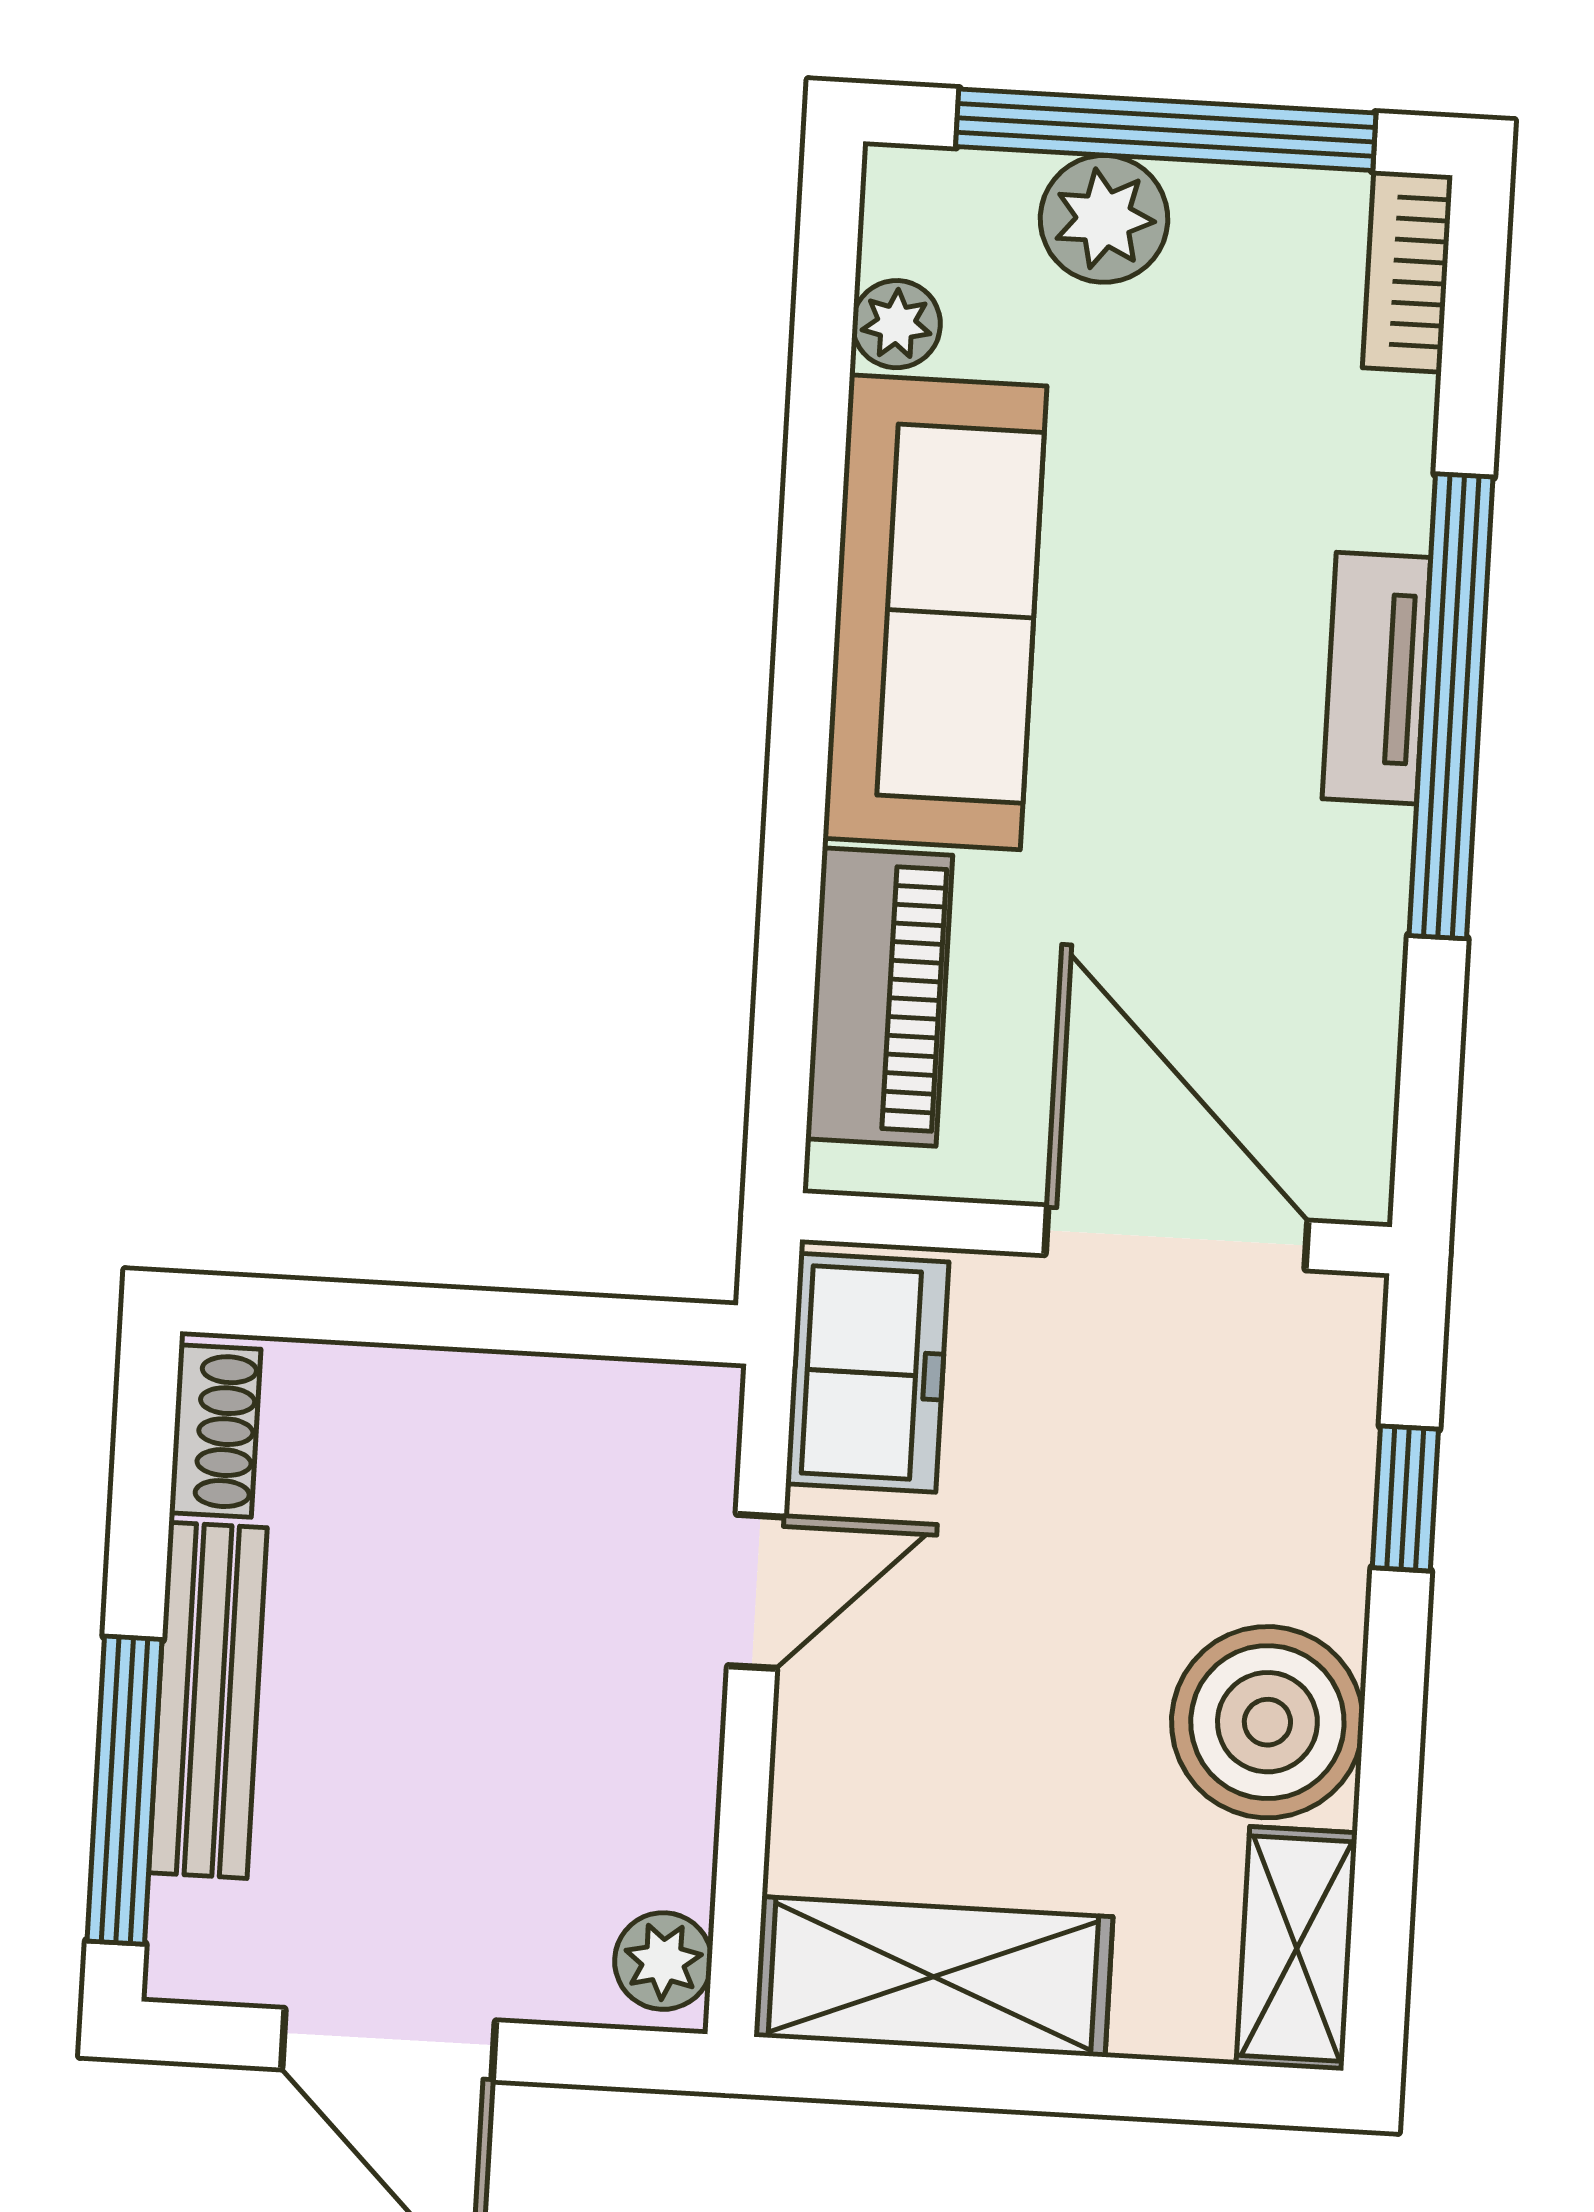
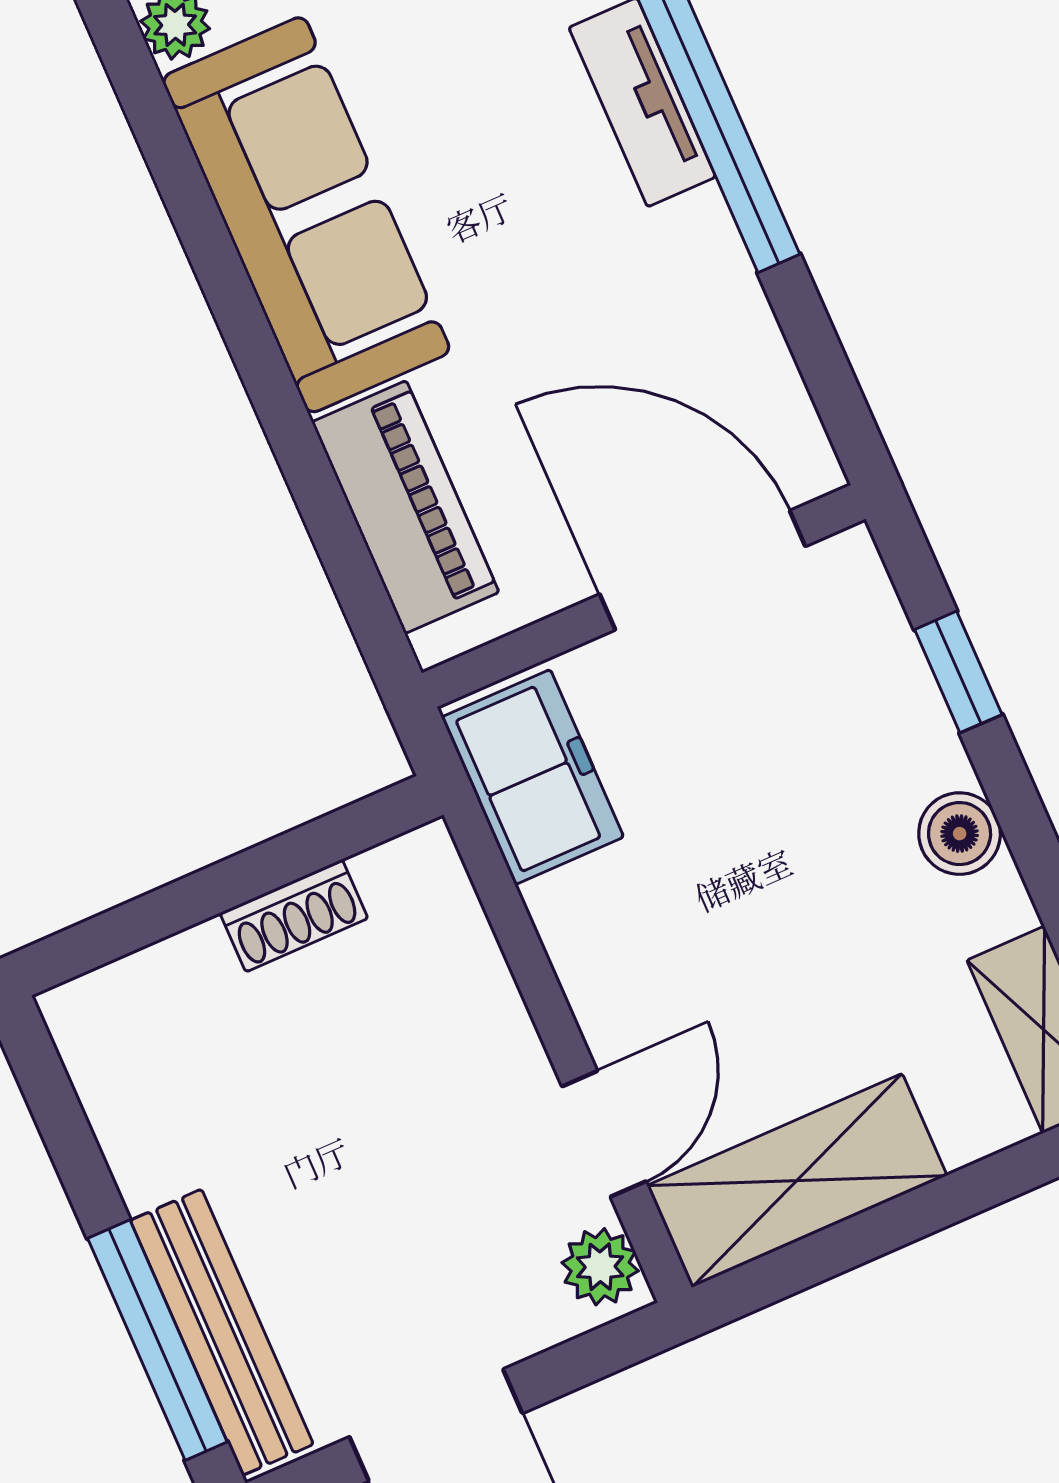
shoe rack: (215, 1431) -> (294, 916), moved, turned 90
door: (756, 1591) -> (604, 1134), moved
bench: (208, 1700) -> (222, 1332), moved
boiler: (1267, 1722) -> (960, 834), width x0.54, depth x0.54

